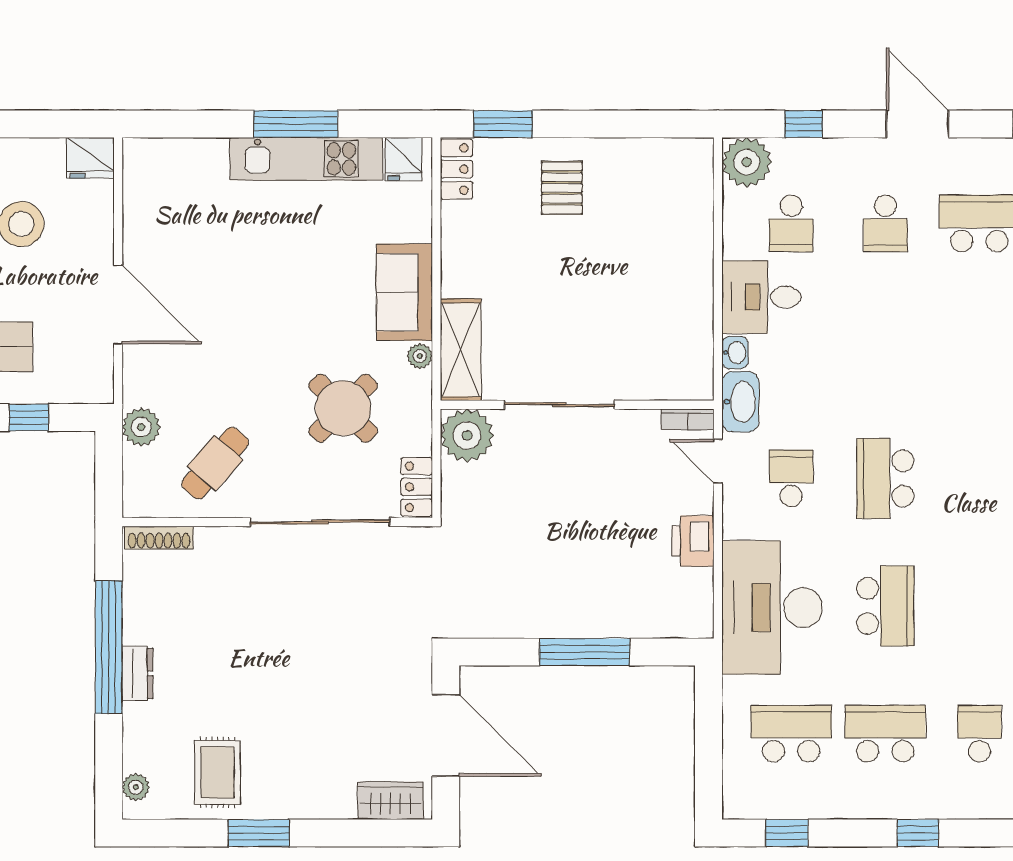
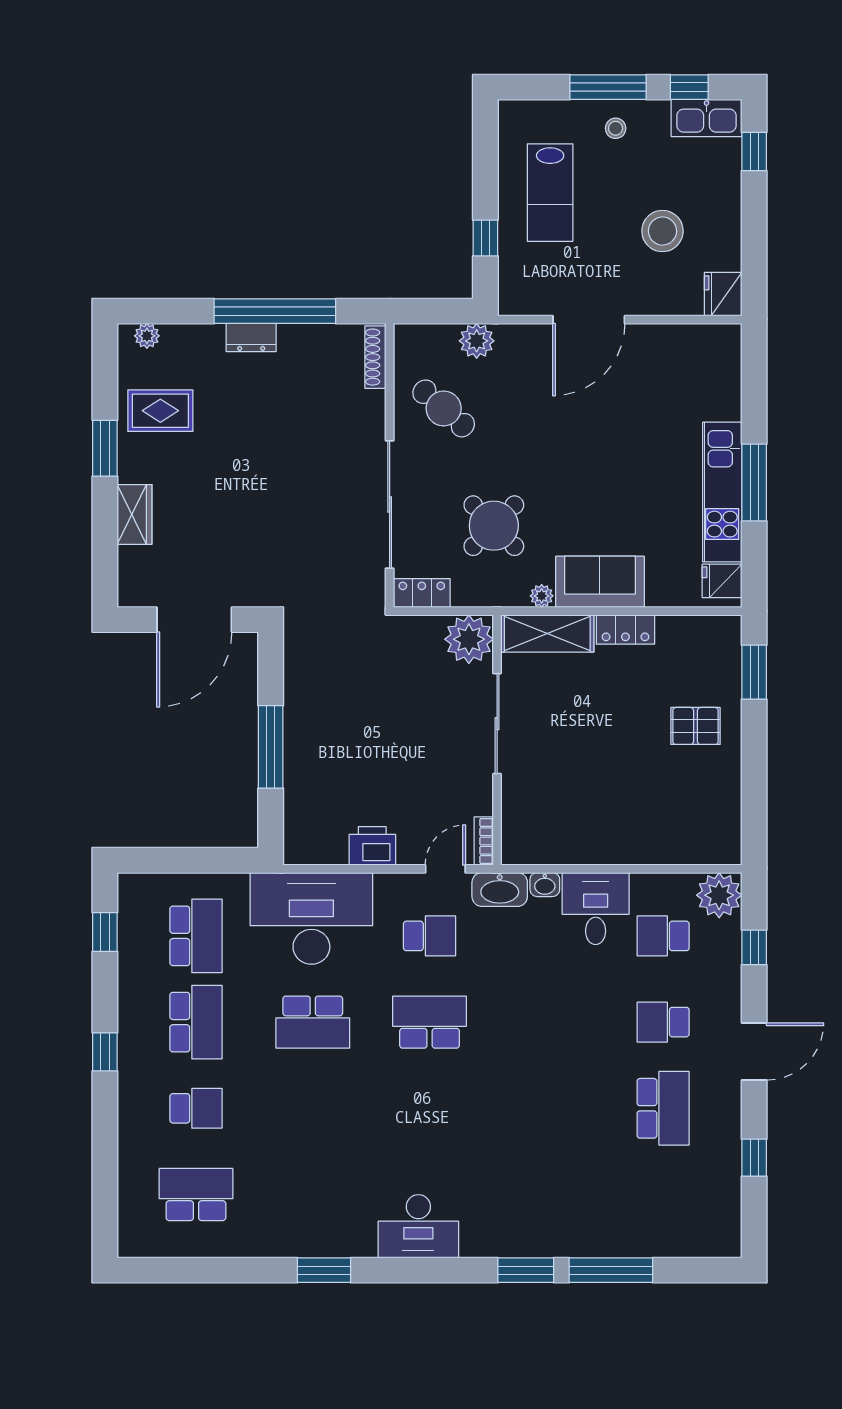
locker: (456, 169) -> (625, 629), moved
wardrobe: (391, 801) -> (135, 514), moved

